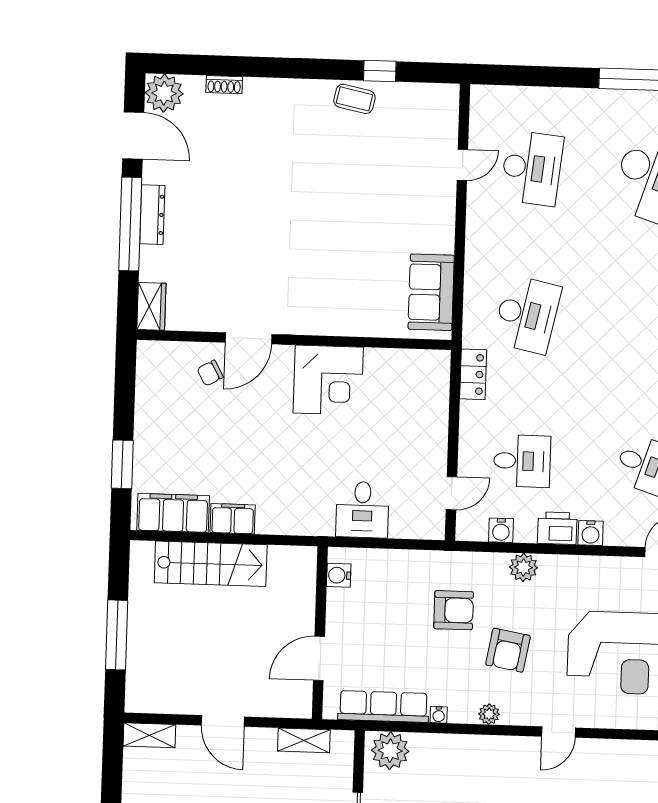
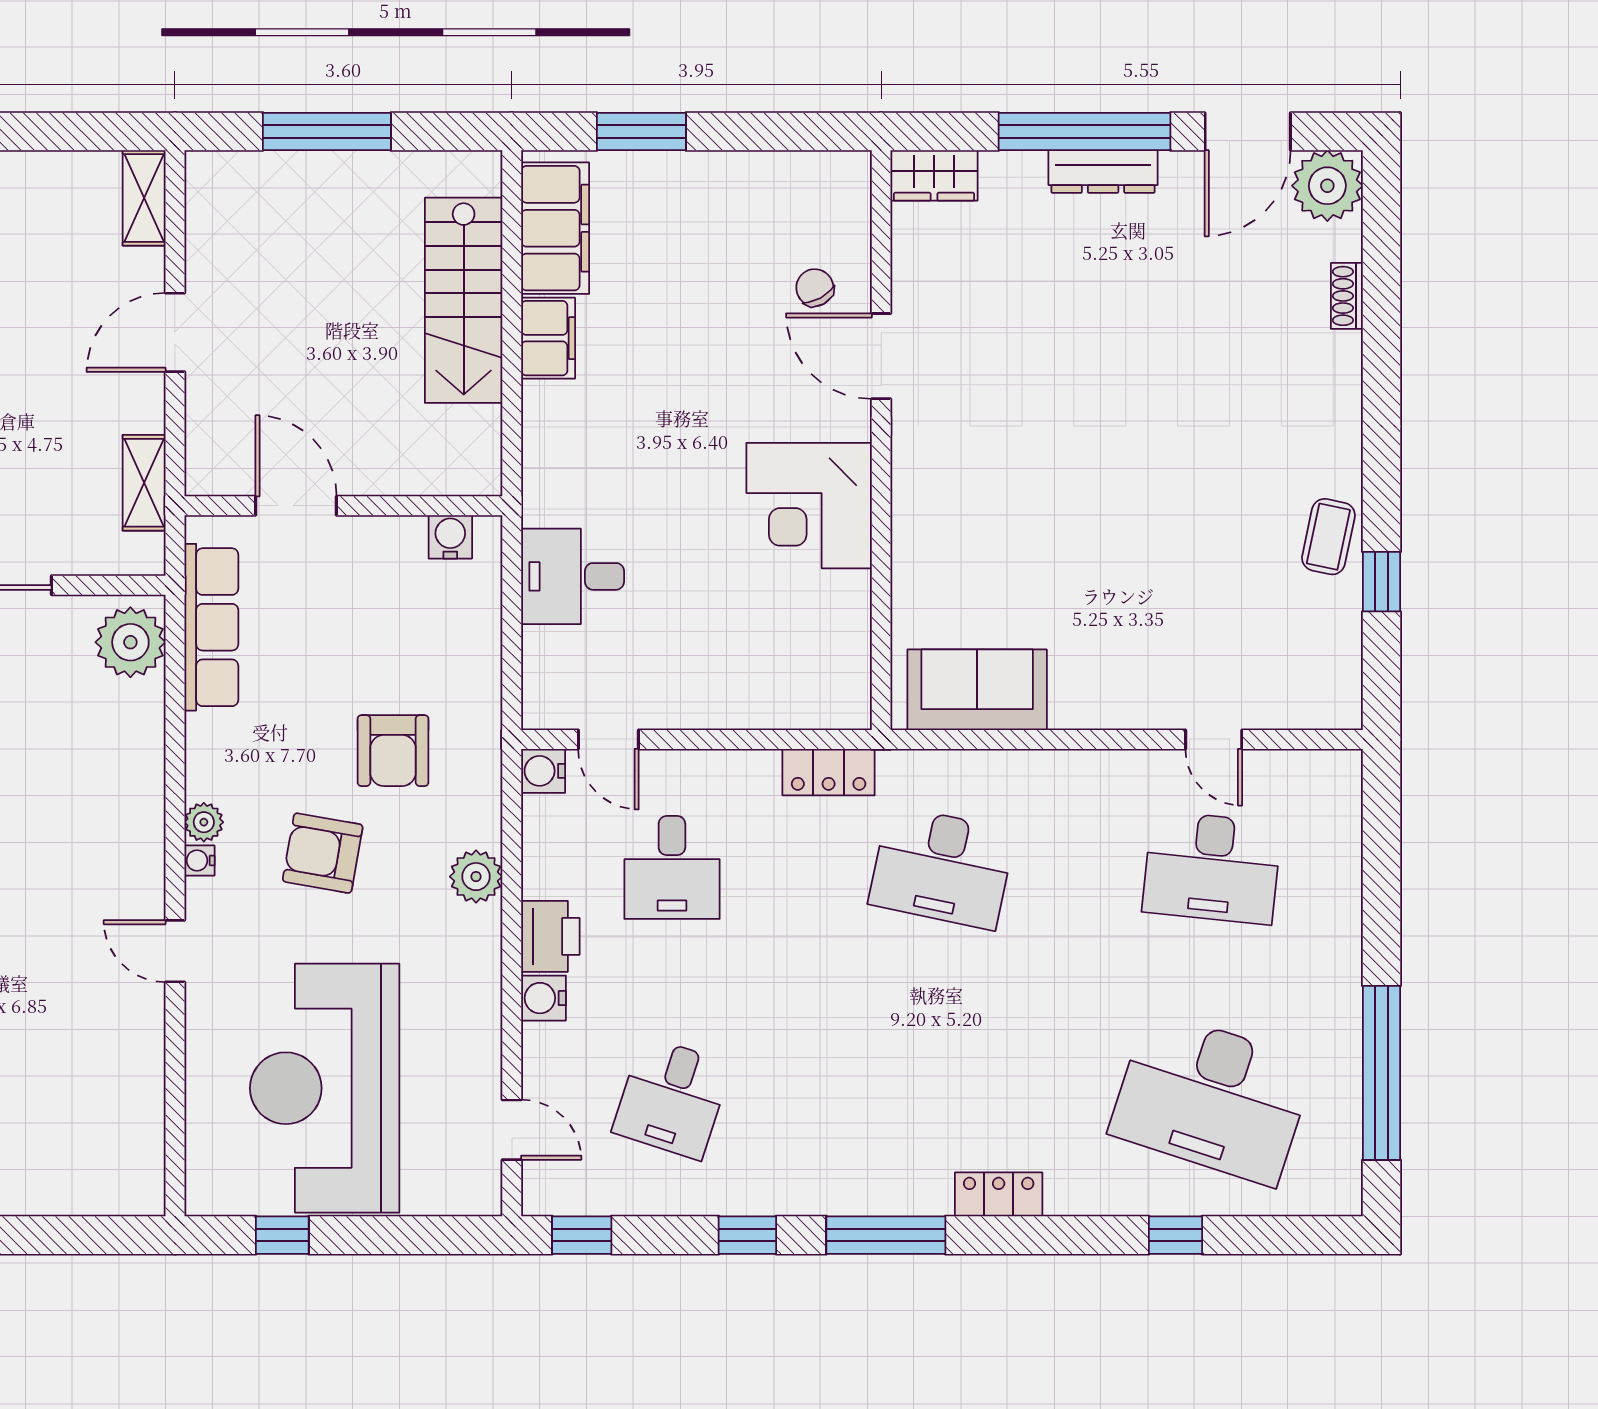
water cooler: (501, 530) -> (543, 771), moved
water cooler: (439, 715) -> (199, 860), moved

